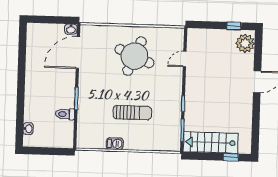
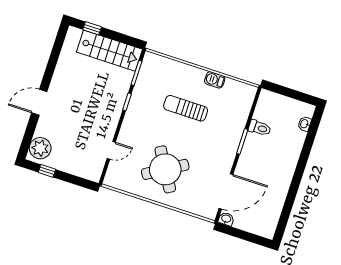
round table: (134, 56) -> (165, 169), turned 36

